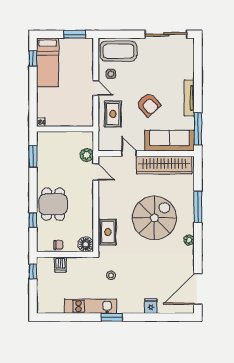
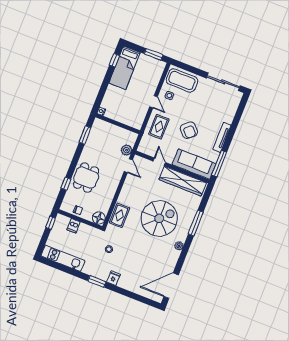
kitchen unit: (90, 306) -> (63, 258), moved
fridge: (151, 306) -> (113, 278), moved

